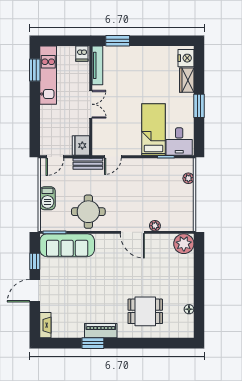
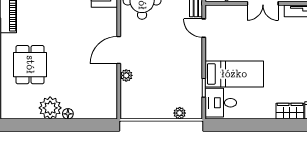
window: (199, 106) -> (261, 125), removed
plant: (184, 244) -> (50, 108), moved
floor lamp: (189, 309) -> (68, 114), moved

